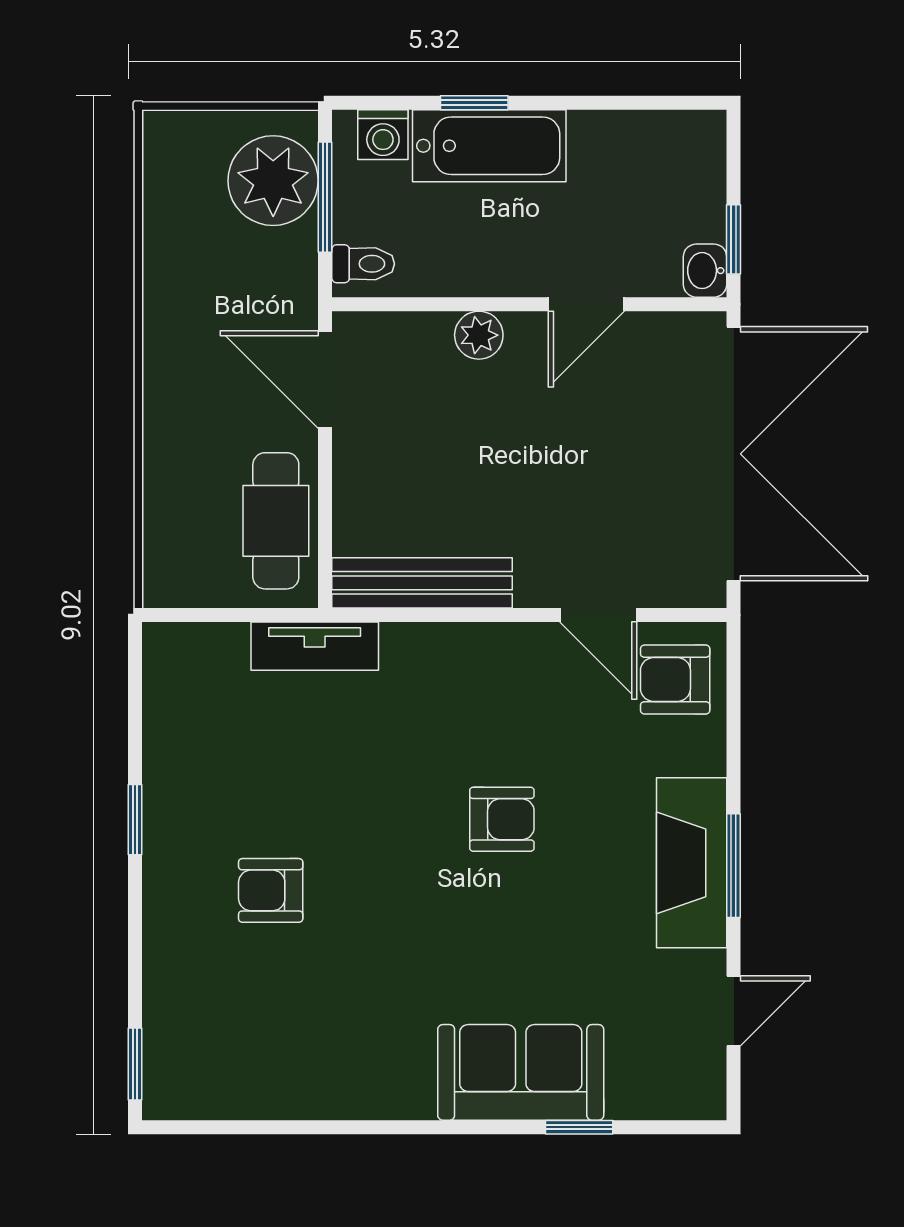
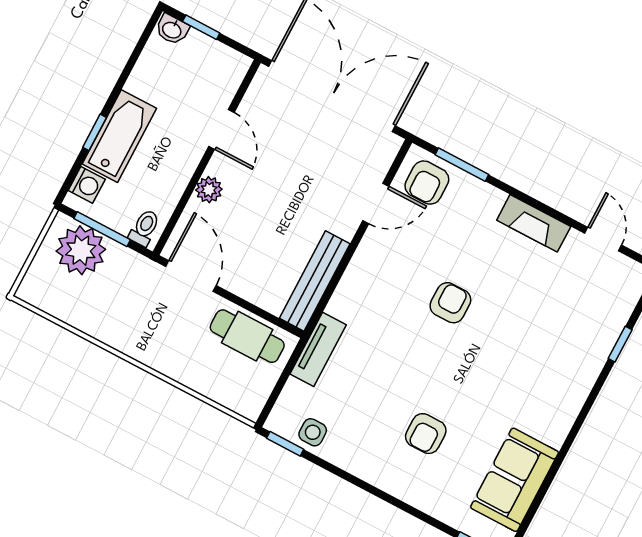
window: (734, 239) -> (201, 27), moved
washbasin: (705, 271) -> (172, 30), moved
door: (325, 380) -> (191, 276), swing flipped
side table: (177, 708) -> (313, 432), added
window: (135, 820) -> (285, 444), moved
fireplace: (692, 863) -> (534, 223), width x0.73, depth x0.76
window: (734, 866) -> (462, 165), moved
sofa: (521, 1072) -> (515, 480), moved

